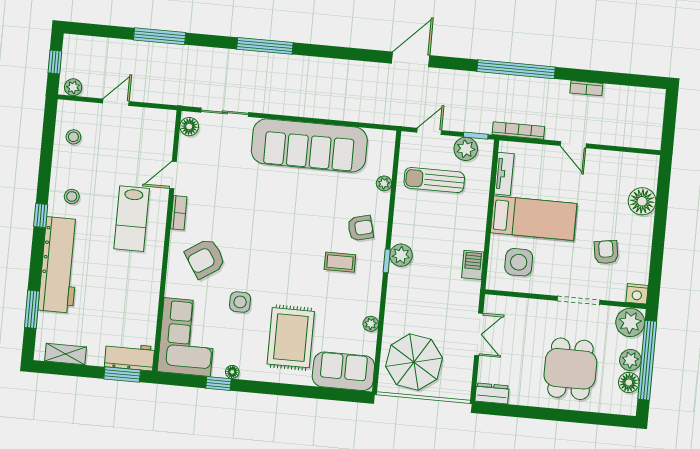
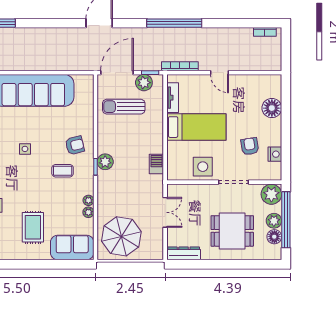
bookcase: (586, 88) -> (265, 32), moved
door: (429, 131) -> (117, 73), width x1.87
plant: (384, 183) -> (88, 200), moved
side table: (290, 227) -> (25, 149), added
side table: (519, 262) -> (203, 167), moved
nightstand: (637, 294) -> (275, 154), moved, turned -90
rug: (291, 338) -> (33, 227), width x0.73, depth x0.70
dining table: (570, 369) -> (232, 231), turned 90
dresser: (492, 393) -> (184, 253), width x1.44

